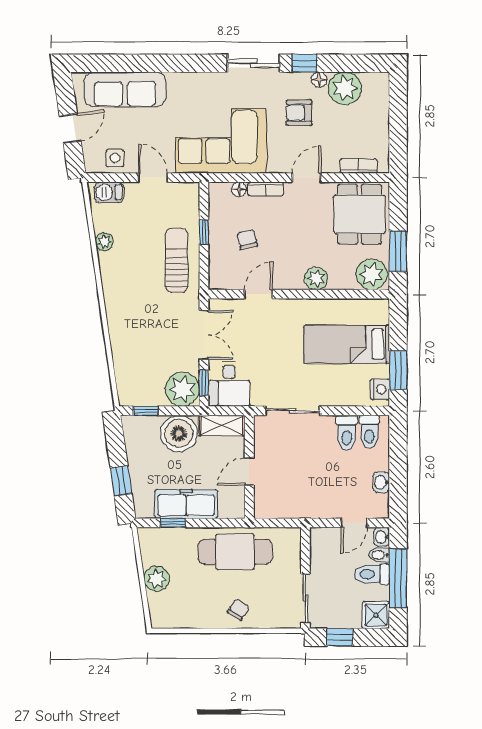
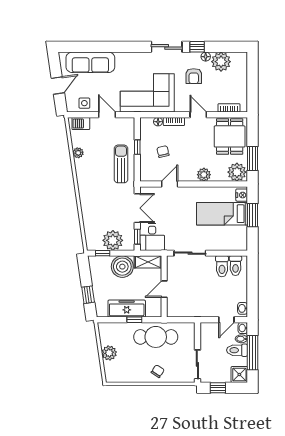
armchair: (299, 113) -> (194, 76), turned -90
door: (307, 178) -> (198, 115), hinge flipped
window: (398, 370) -> (253, 215), moved
plant: (182, 389) -> (113, 240), moved
nightstand: (380, 389) -> (242, 195), moved
washbasin: (381, 482) -> (243, 308), moved
window: (173, 523) -> (134, 320), moved

